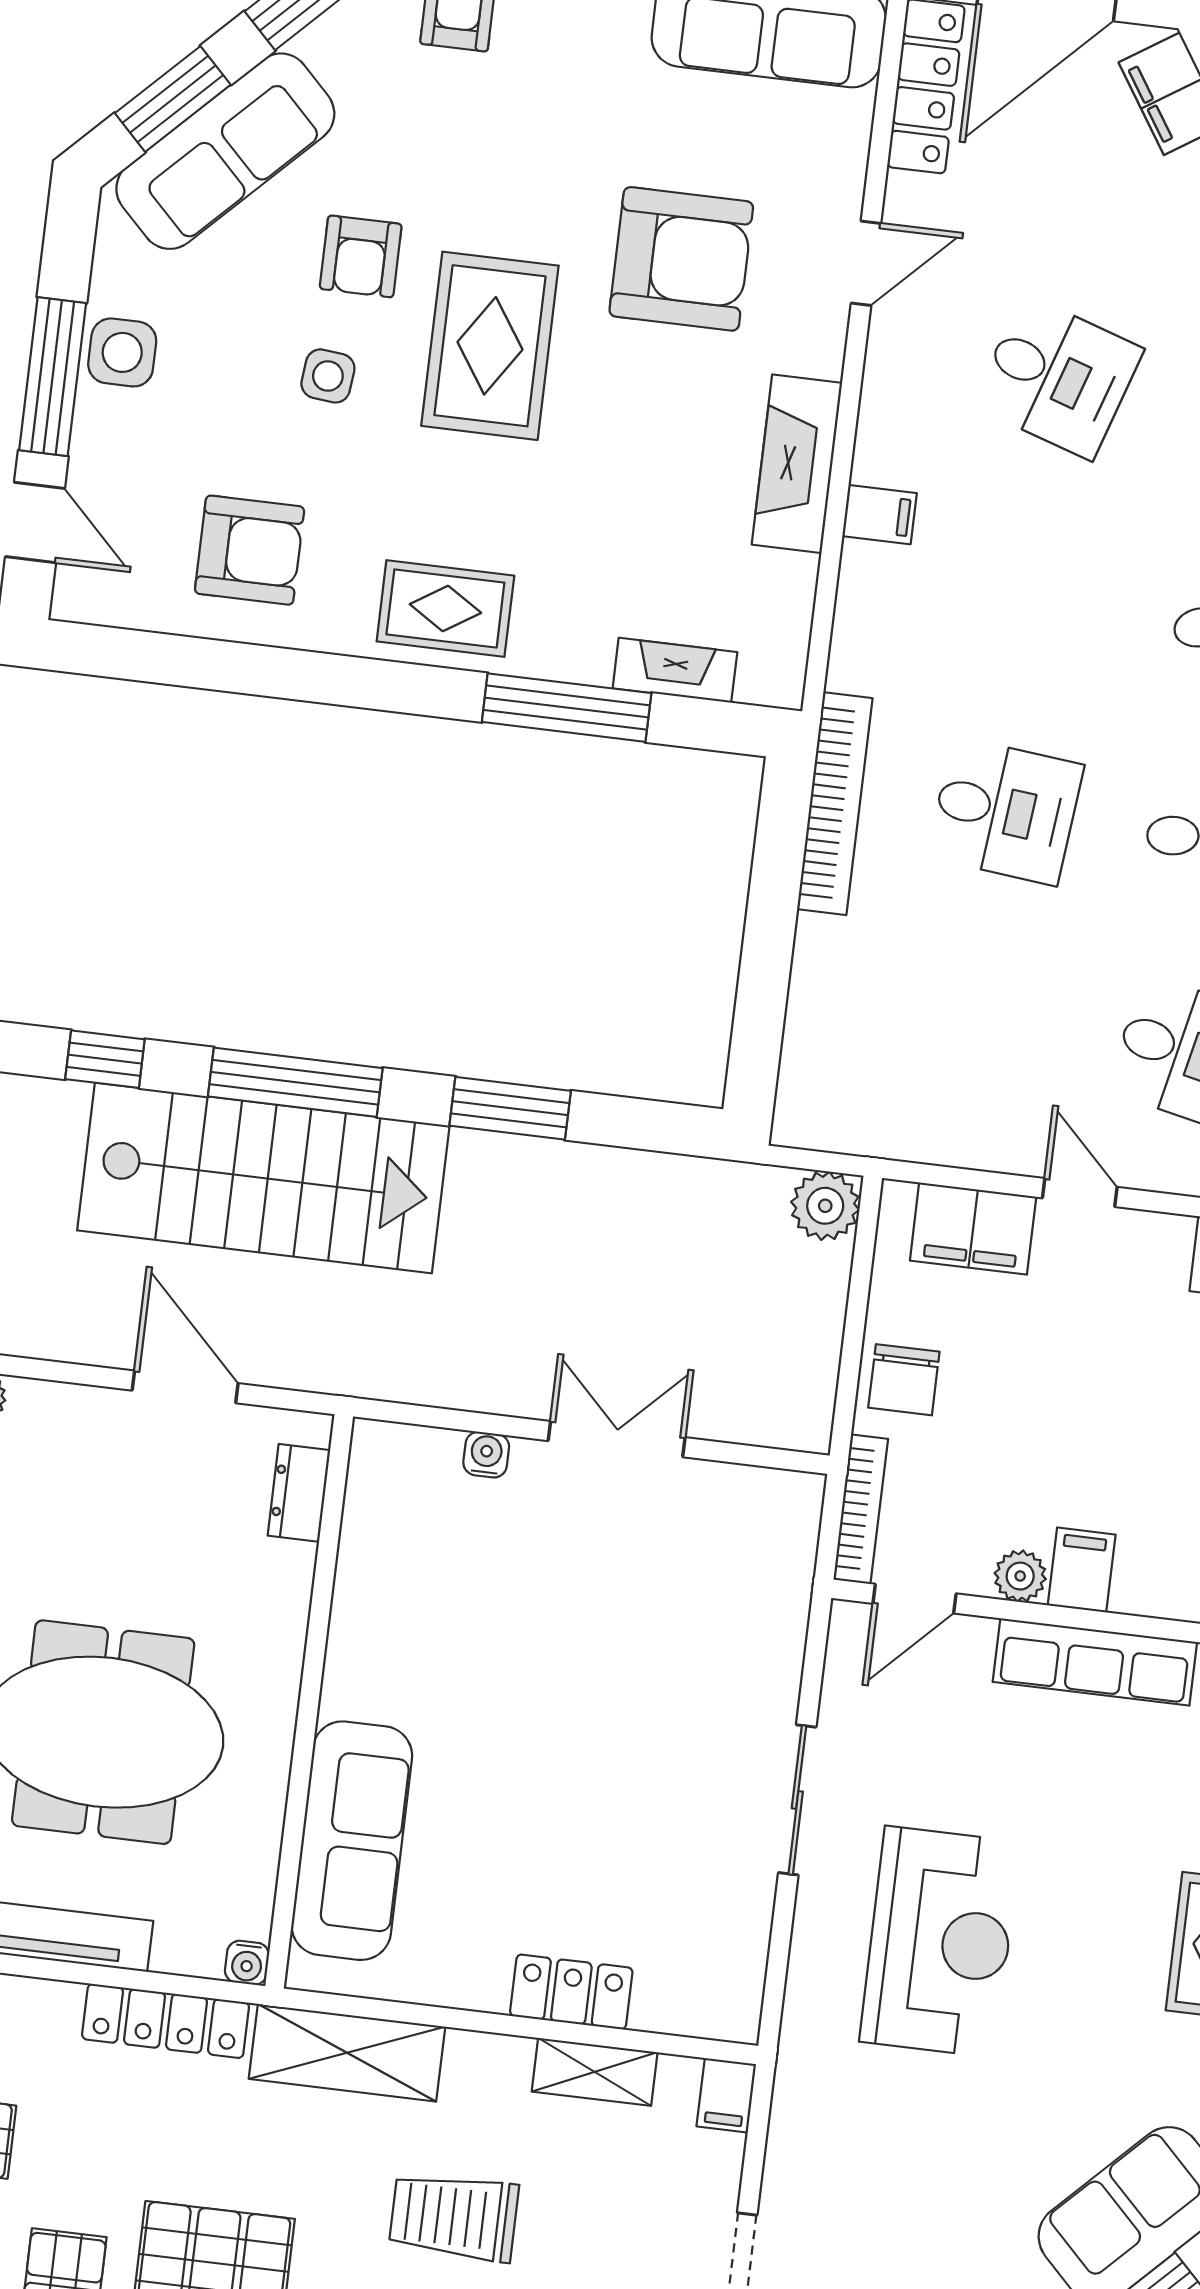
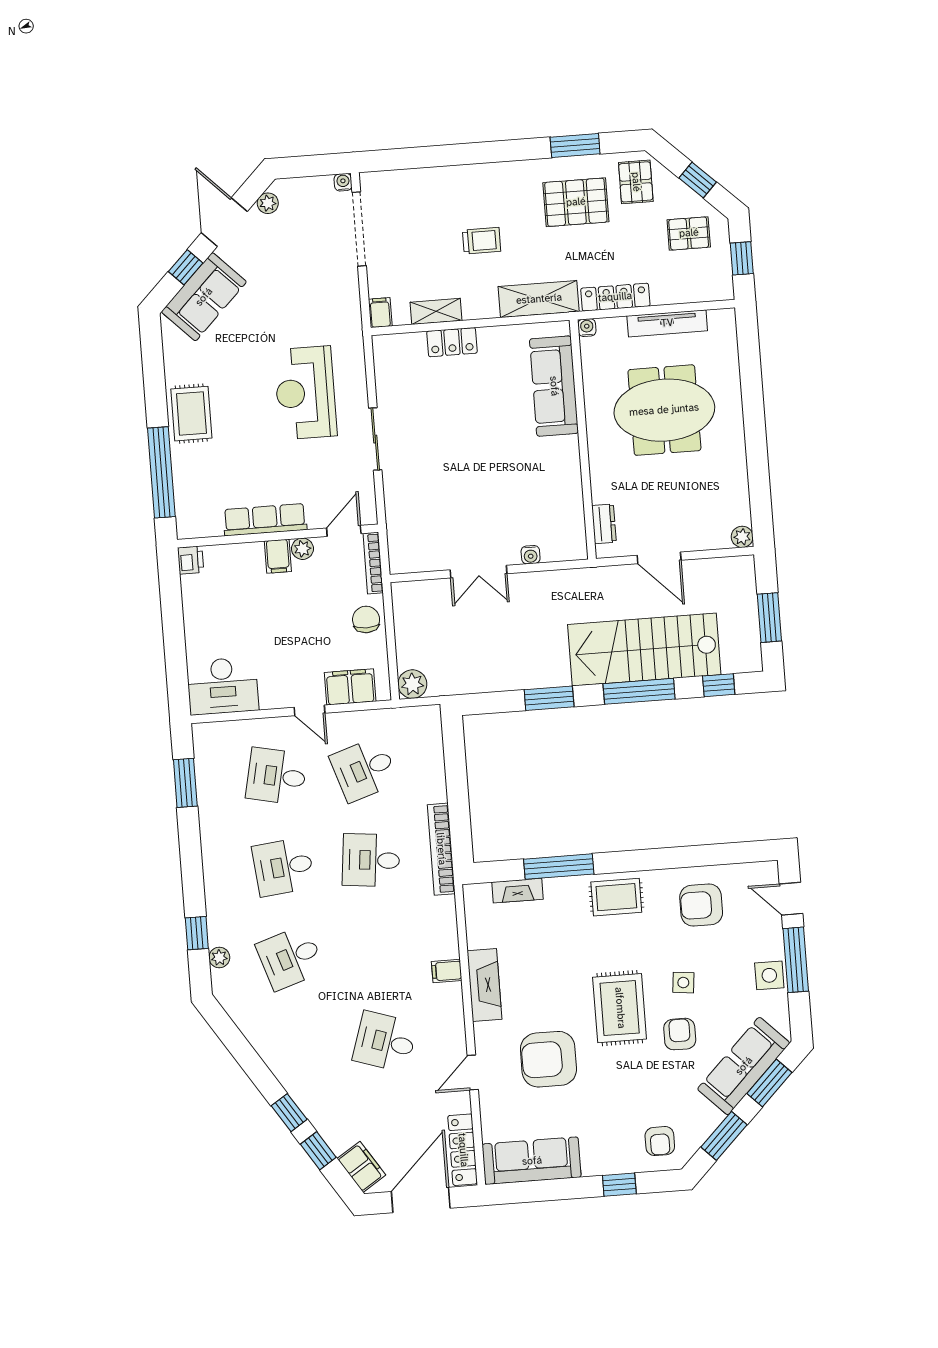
desk: (979, 1028) -> (364, 769), added
trolley: (454, 2217) -> (482, 241), width x0.73, depth x0.72

